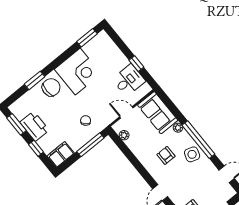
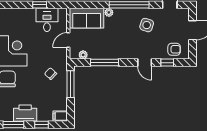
side table: (192, 154) -> (147, 25), moved
filing cabinet: (61, 155) -> (60, 116), width x0.50
armchair: (166, 155) -> (122, 37), removed
window: (132, 159) -> (104, 63), added

